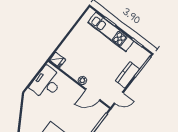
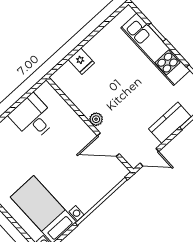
fridge: (58, 60) -> (81, 61), moved
desk: (46, 83) -> (33, 117), width x0.73

